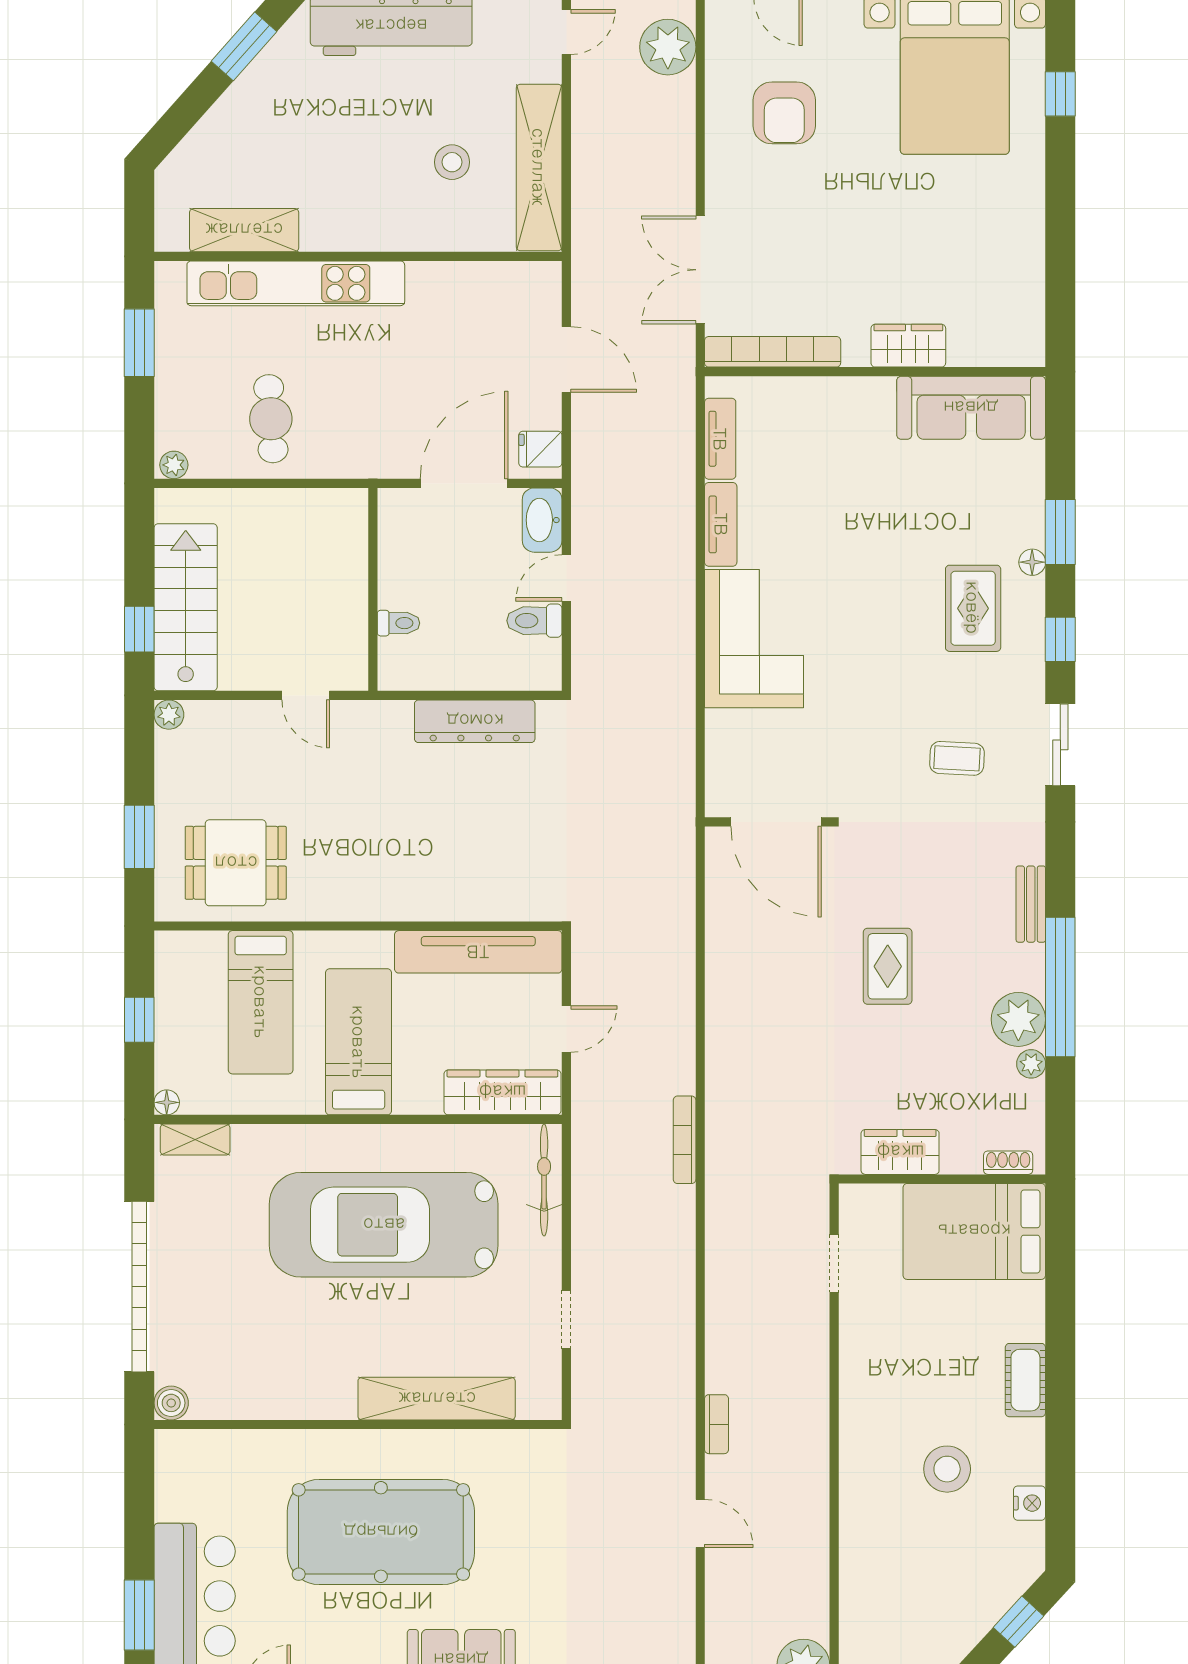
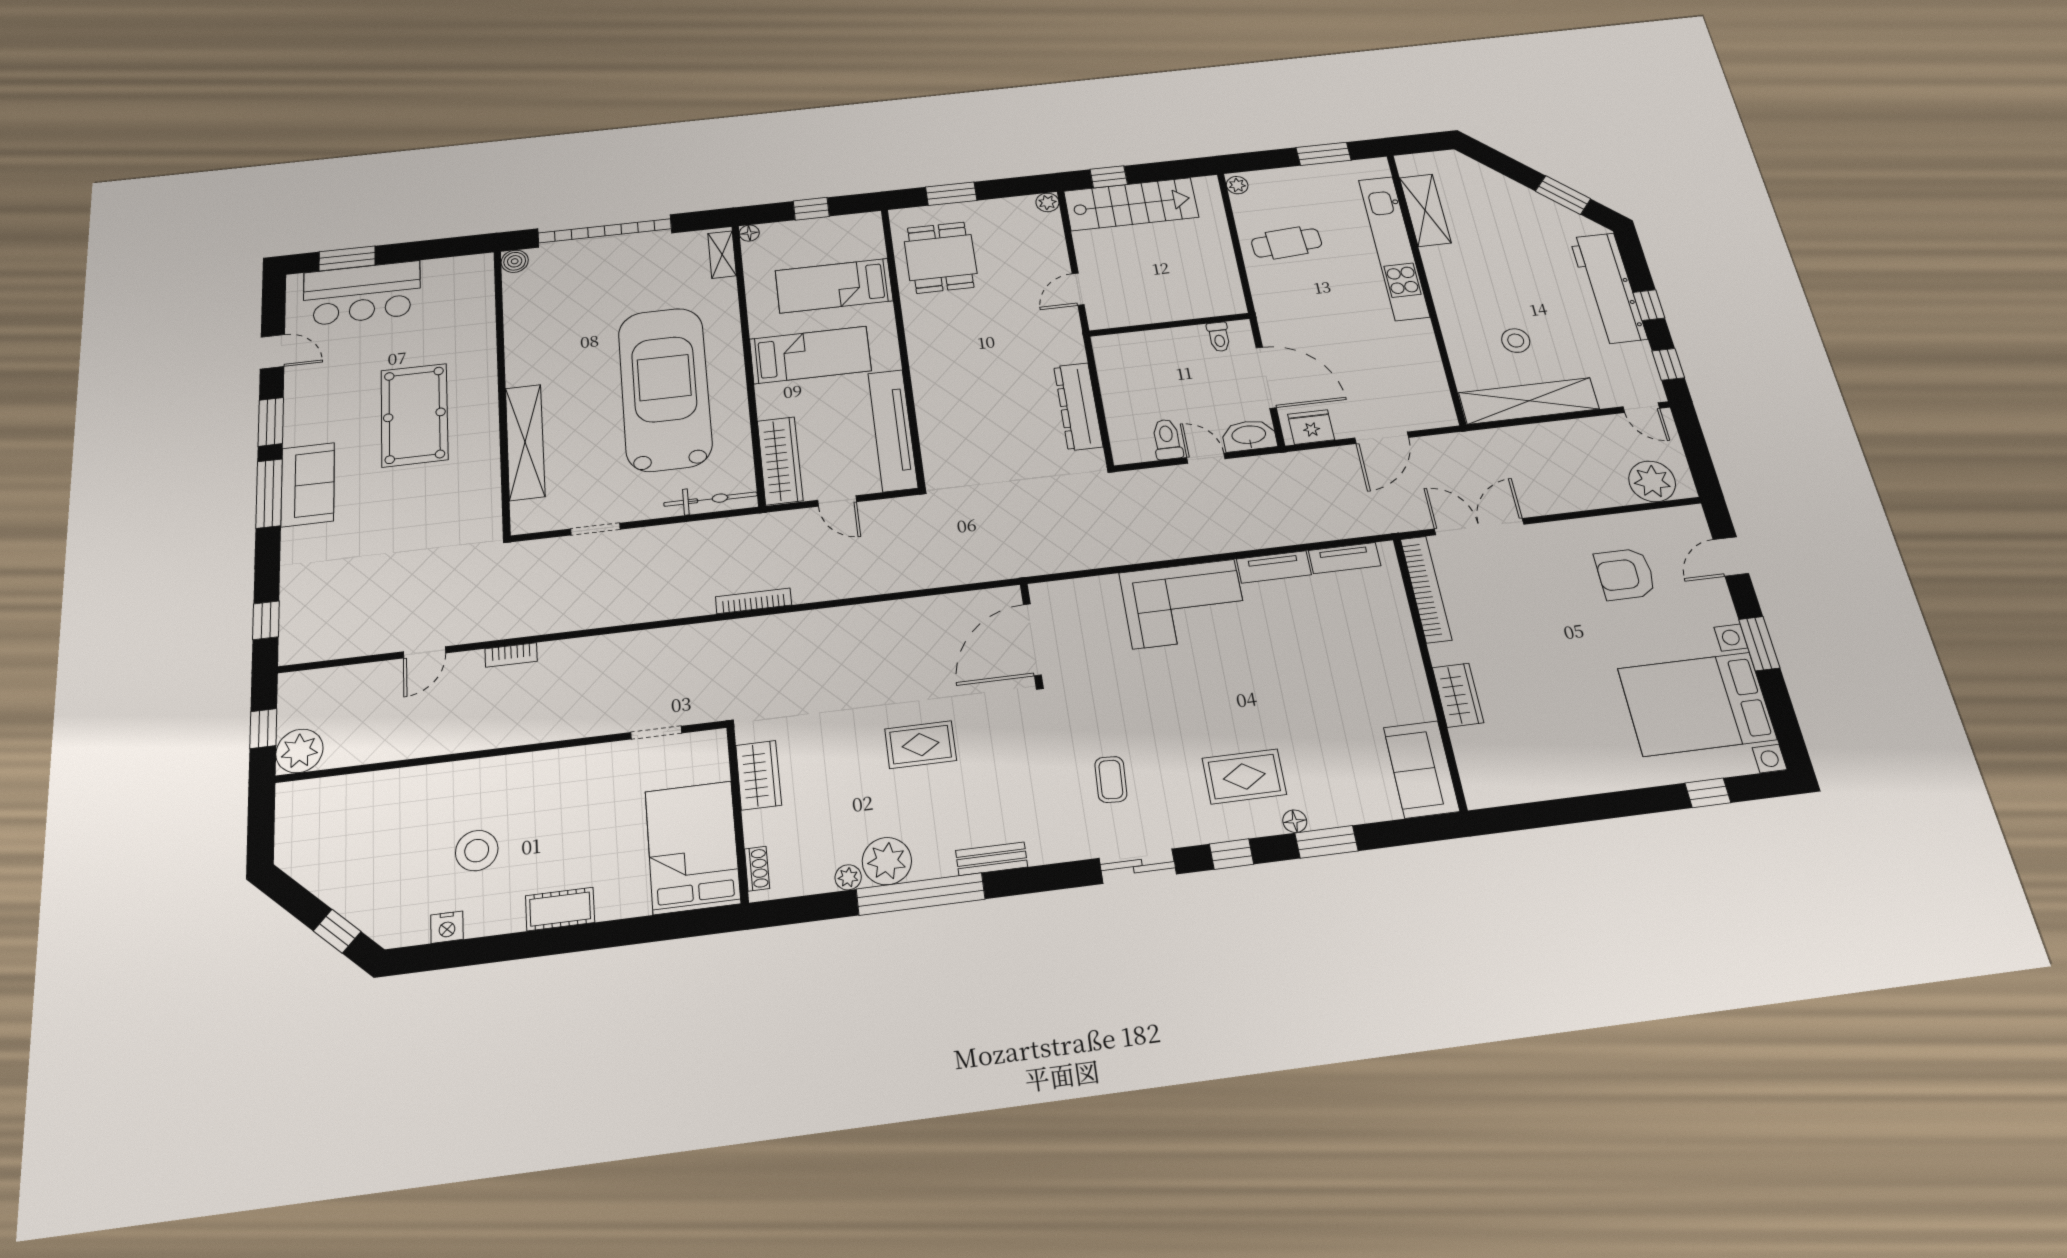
sofa: (971, 408) -> (1421, 769), width x0.73
fridge: (540, 449) -> (1311, 427), width x1.38
toilet: (398, 623) -> (1219, 337), moved
pool table: (381, 1532) -> (414, 415), width x0.73, depth x0.76

